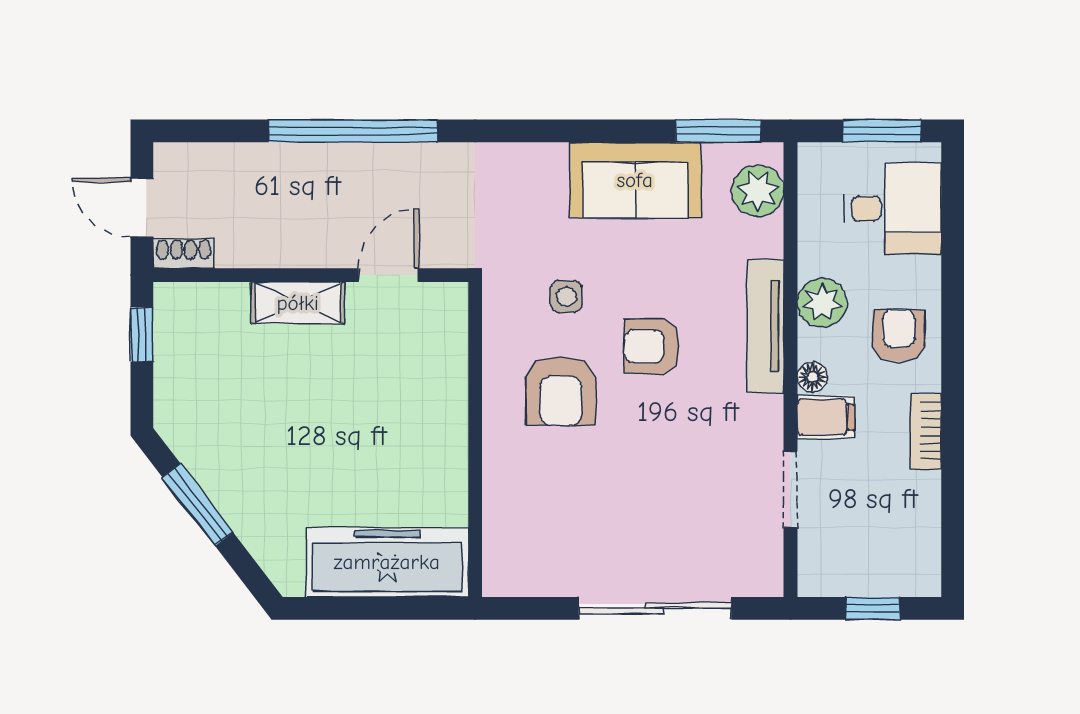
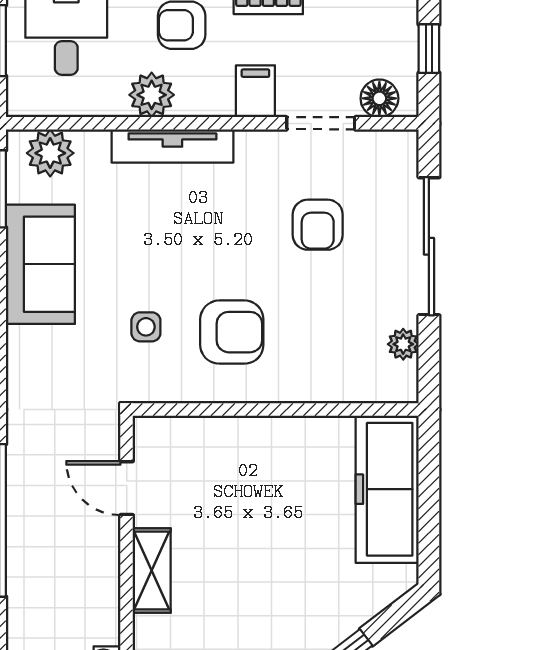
armchair: (652, 346) -> (318, 225), moved
floor lamp: (812, 377) -> (379, 98), moved, width x1.37, depth x1.37
plant: (547, 580) -> (403, 344), added

